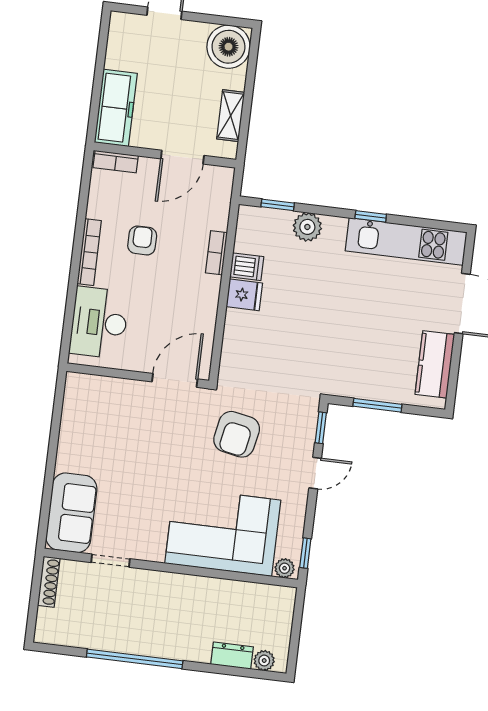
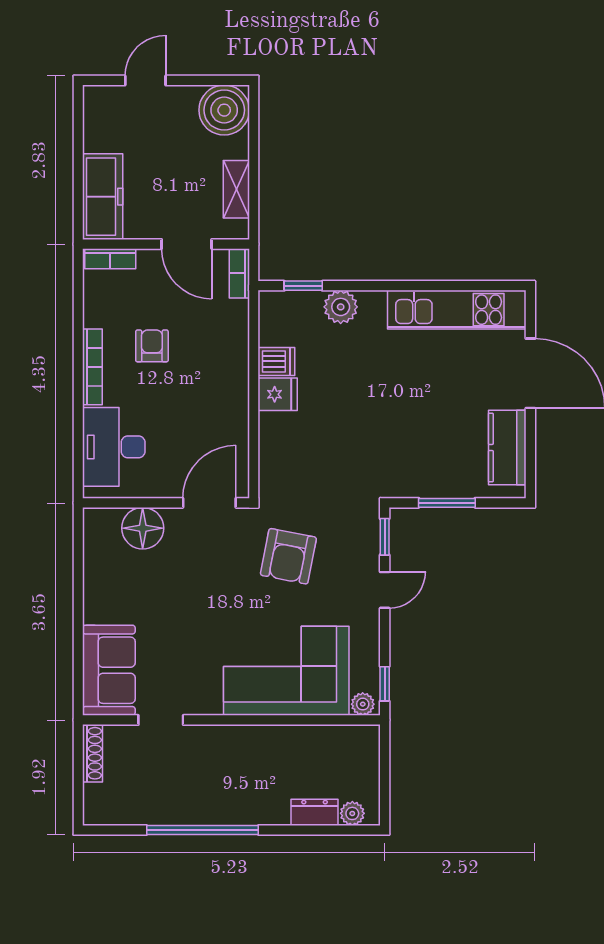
door: (182, 157) -> (187, 244), hinge flipped
window: (371, 216) -> (412, 286), removed
bookcase: (216, 253) -> (239, 273), moved
floor lamp: (115, 395) -> (143, 528), added

